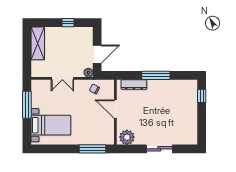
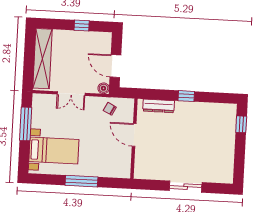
shelving: (38, 43) -> (42, 59), width x1.47
door: (97, 54) -> (115, 66), swing flipped
window: (156, 75) -> (186, 96), width x0.46
plant: (127, 137) -> (147, 170), removed
window: (92, 149) -> (81, 181), moved

